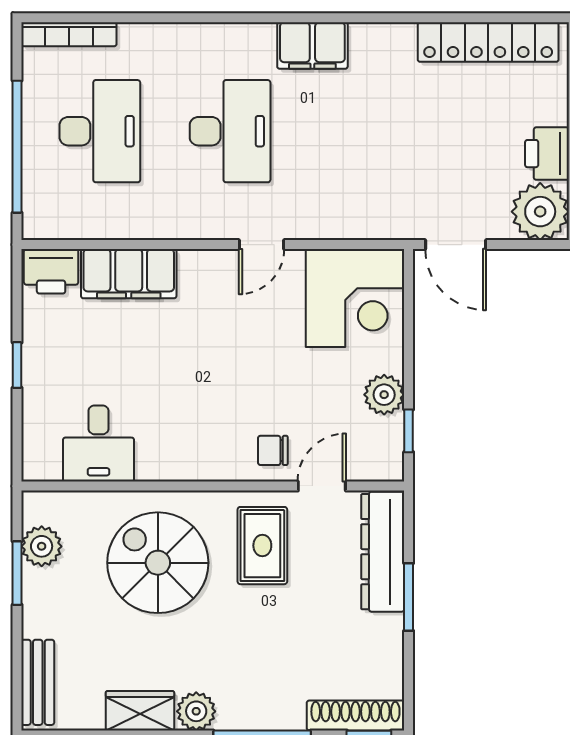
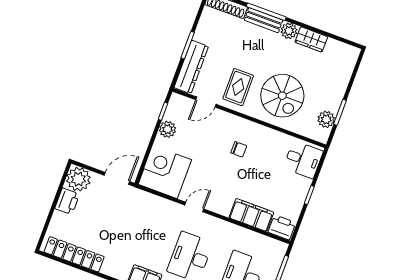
door: (456, 245) -> (117, 178), hinge flipped
desk: (99, 443) -> (303, 160), moved, turned 90
chair: (273, 450) -> (239, 149), moved
bench: (38, 682) -> (264, 20), moved, turned 90

